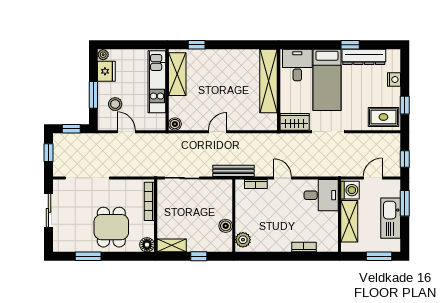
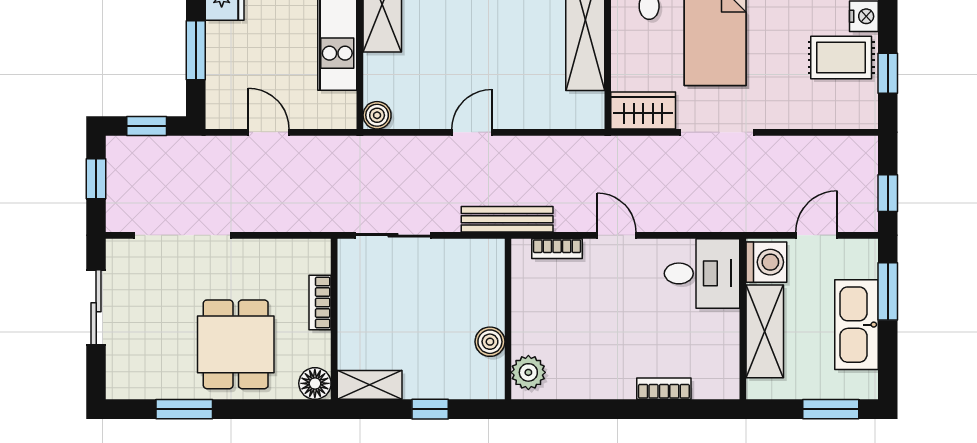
stool: (115, 104) -> (244, 71), removed
rug: (383, 117) -> (841, 57), moved
bookcase: (149, 201) -> (320, 303), width x0.64

